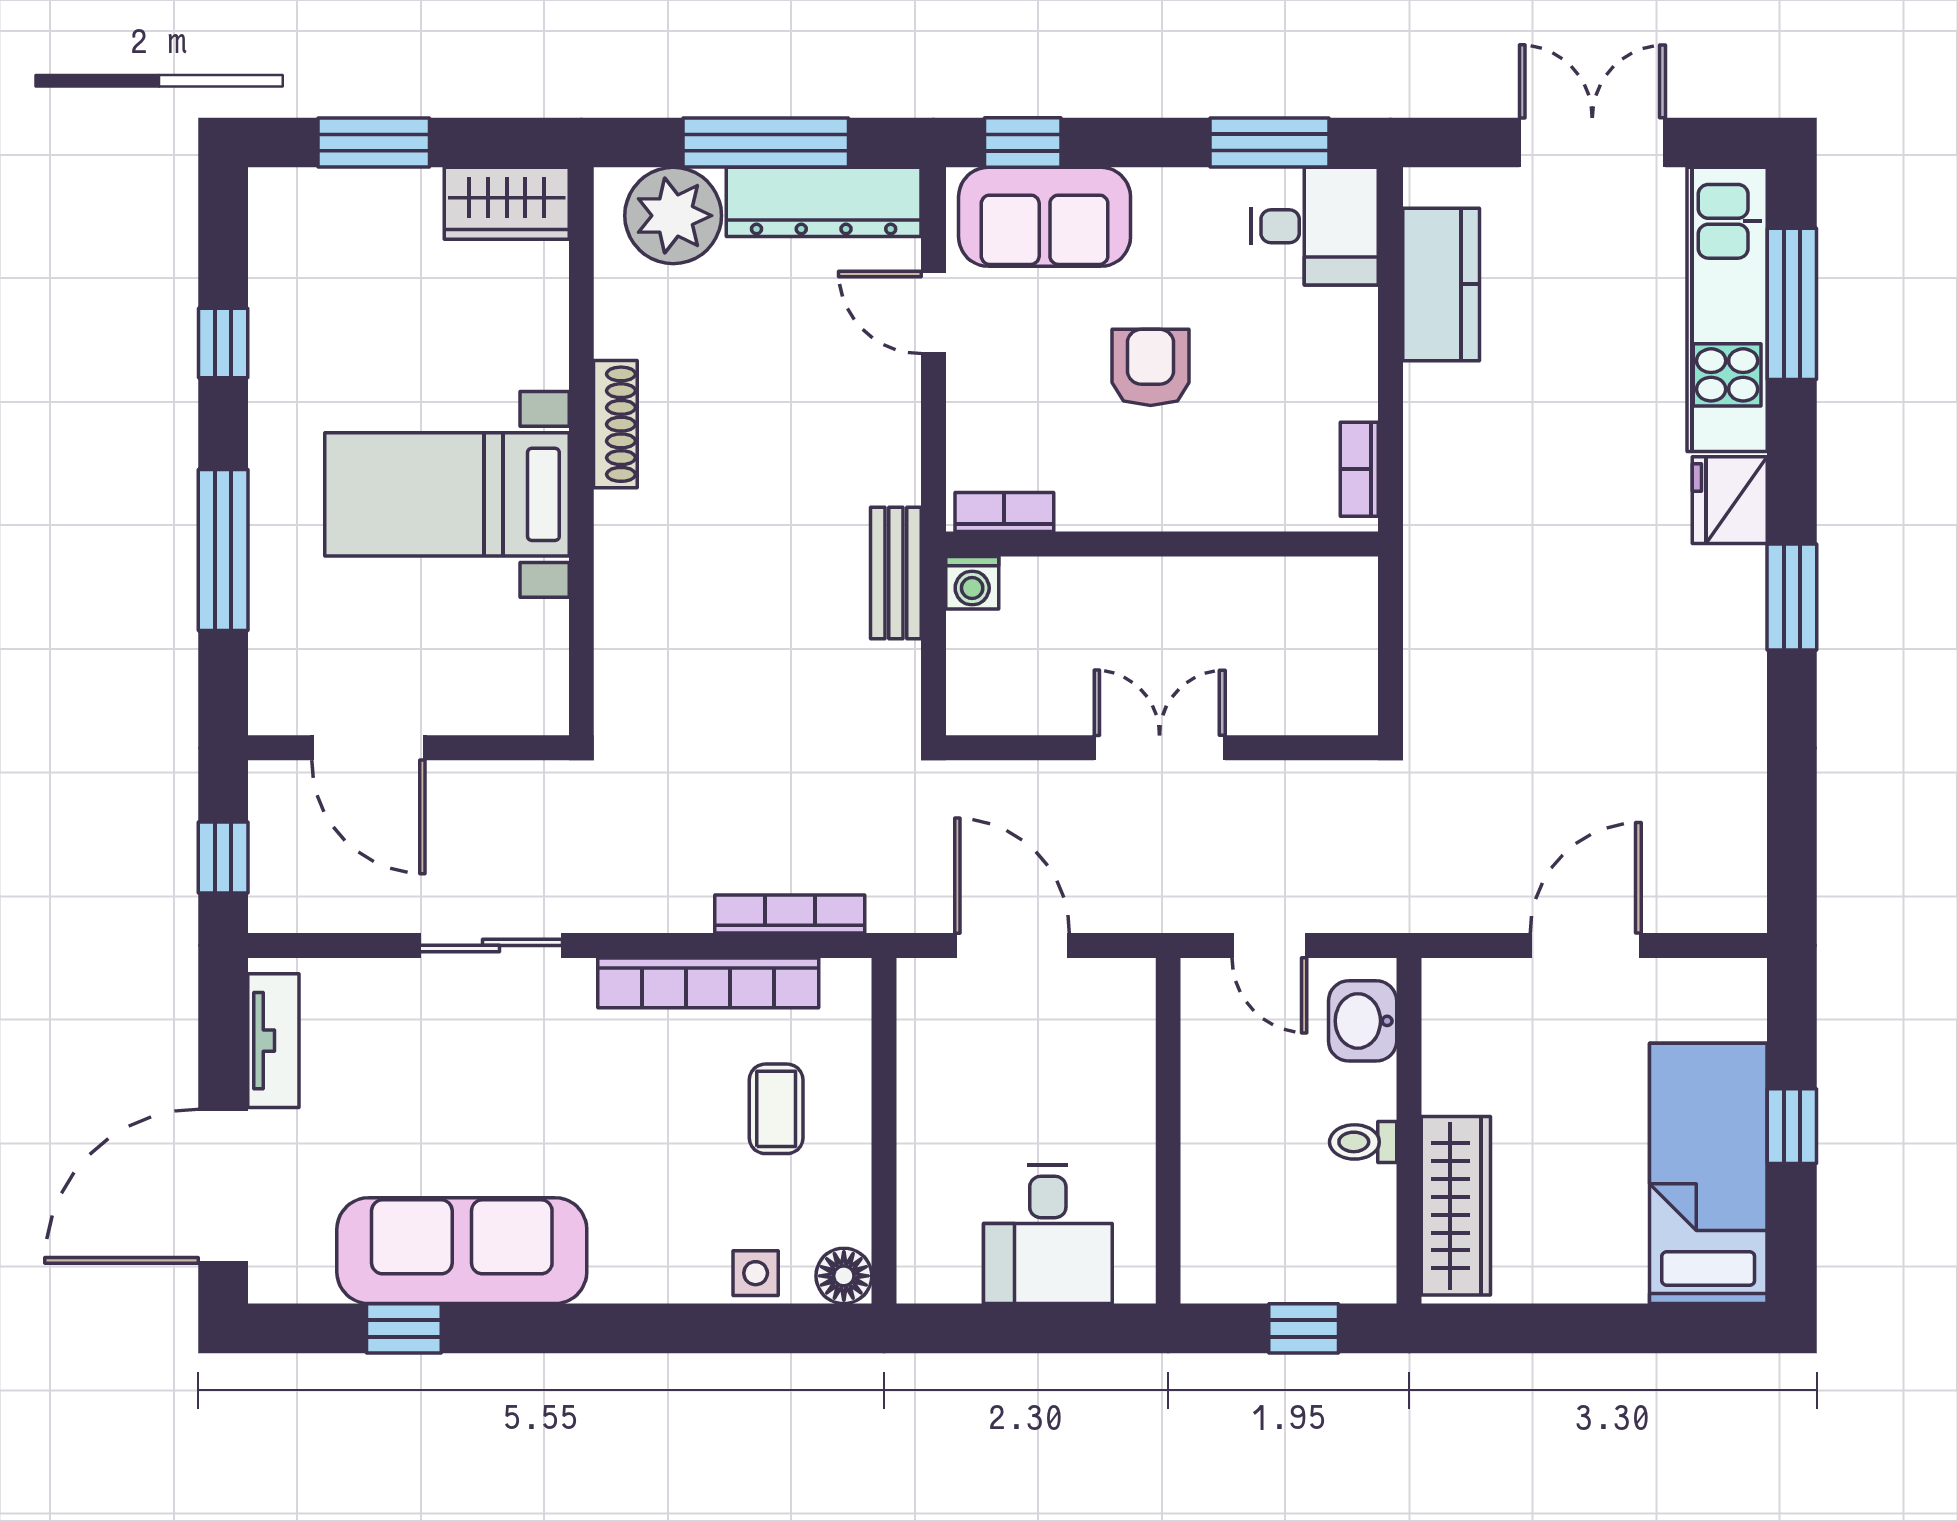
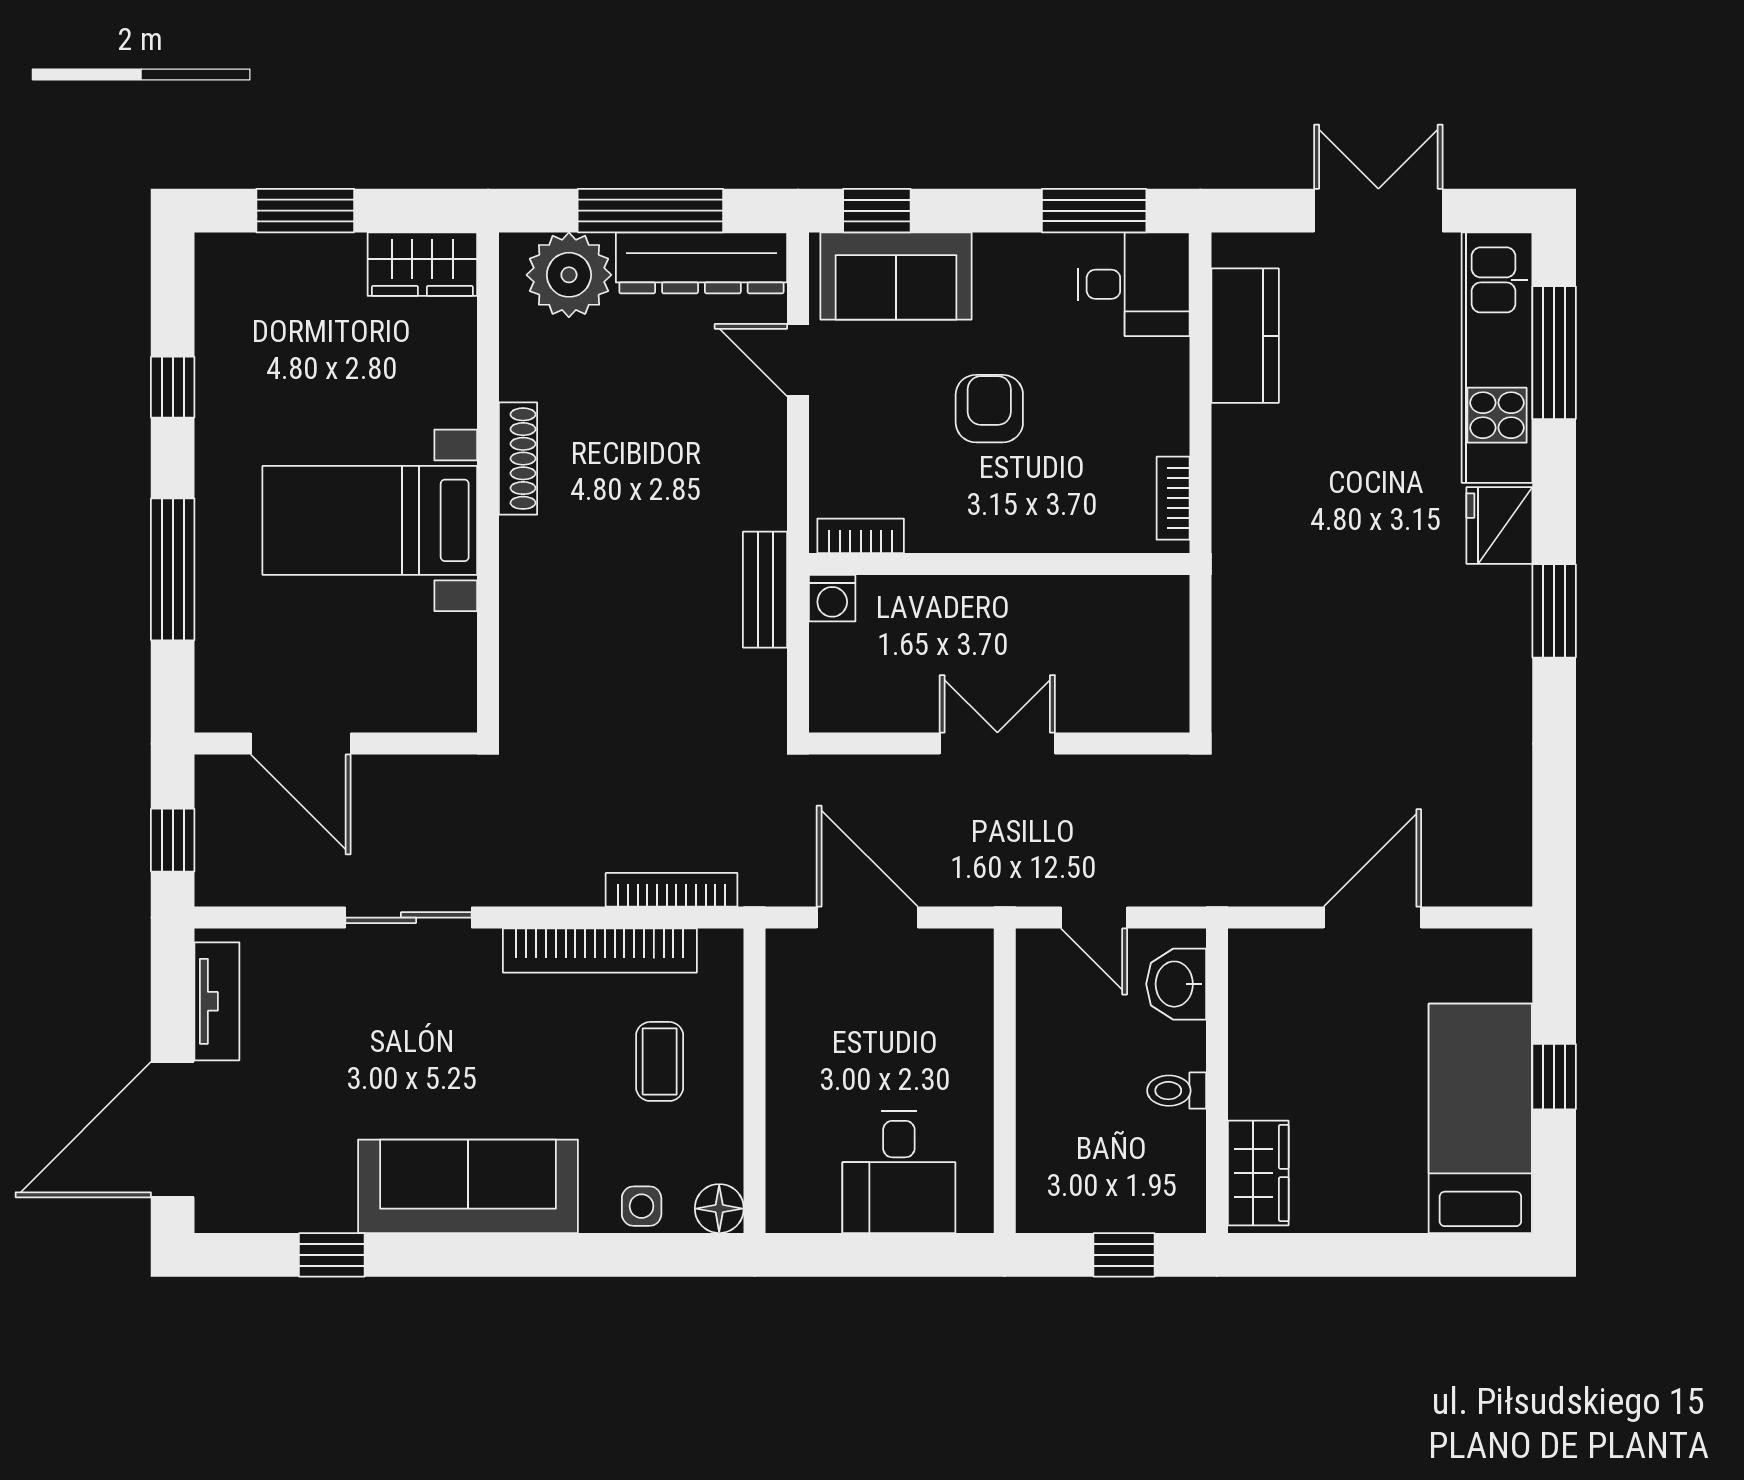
wardrobe: (1456, 1206) -> (1258, 1173), width x0.67
sofa: (462, 1251) -> (468, 1186), moved

